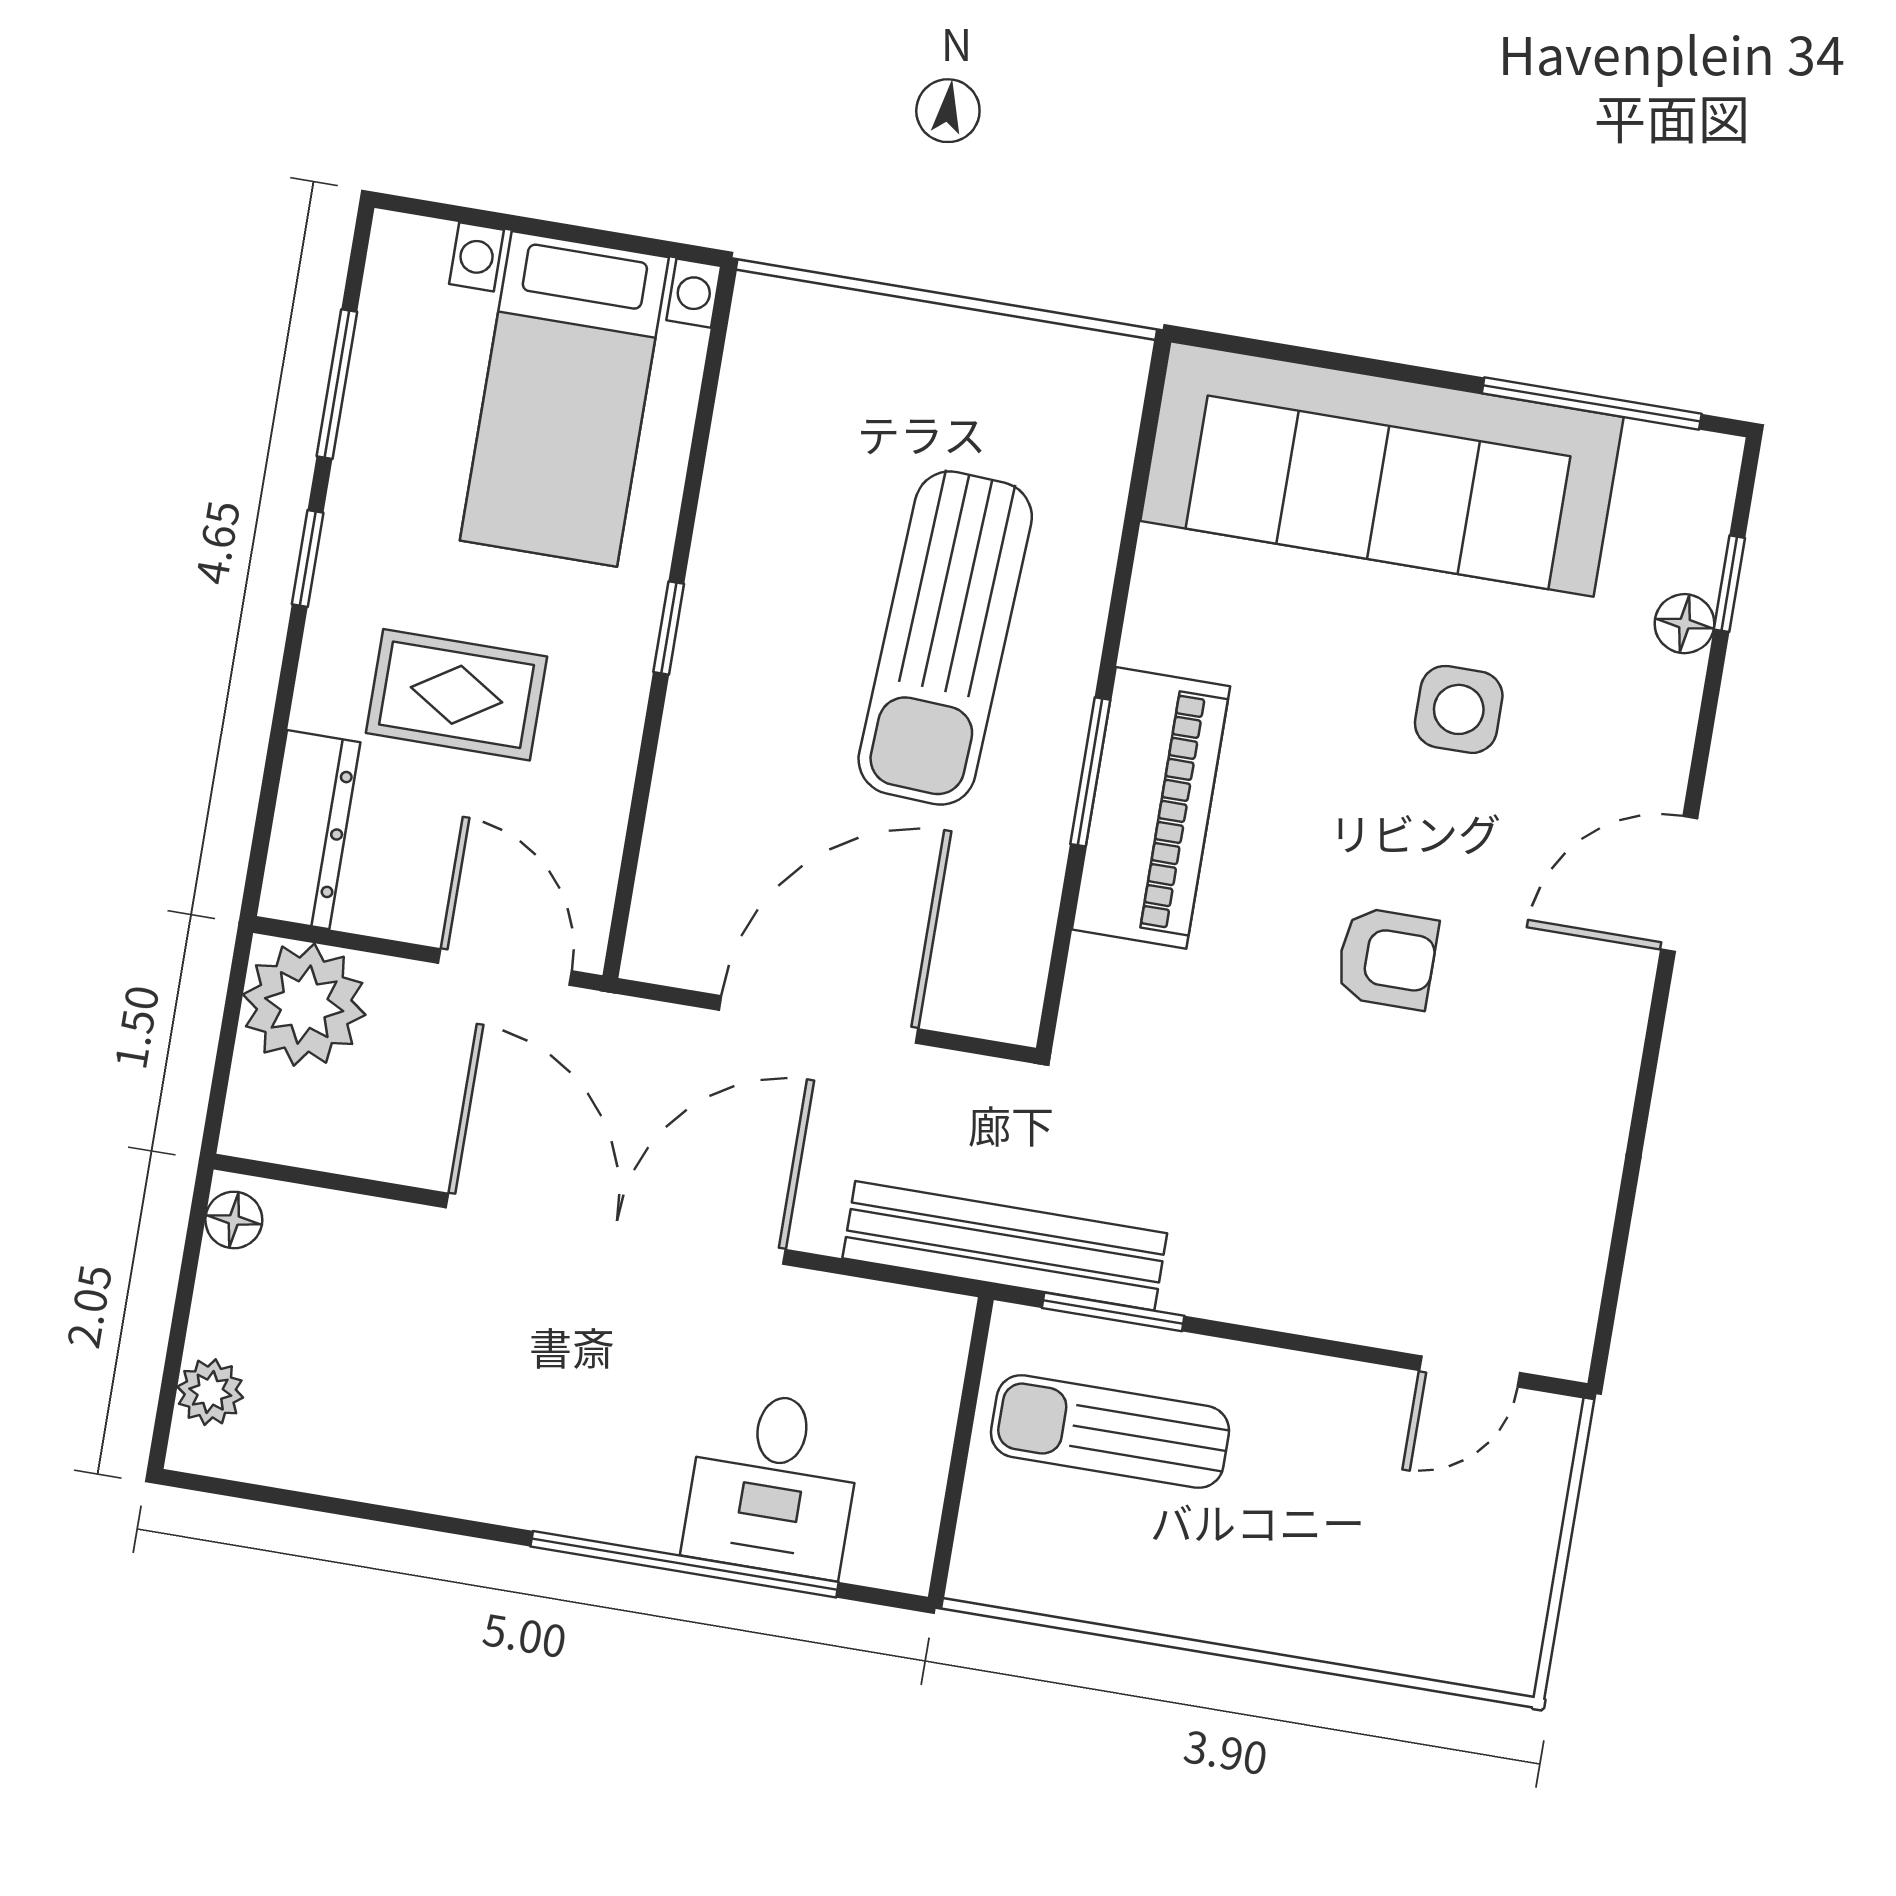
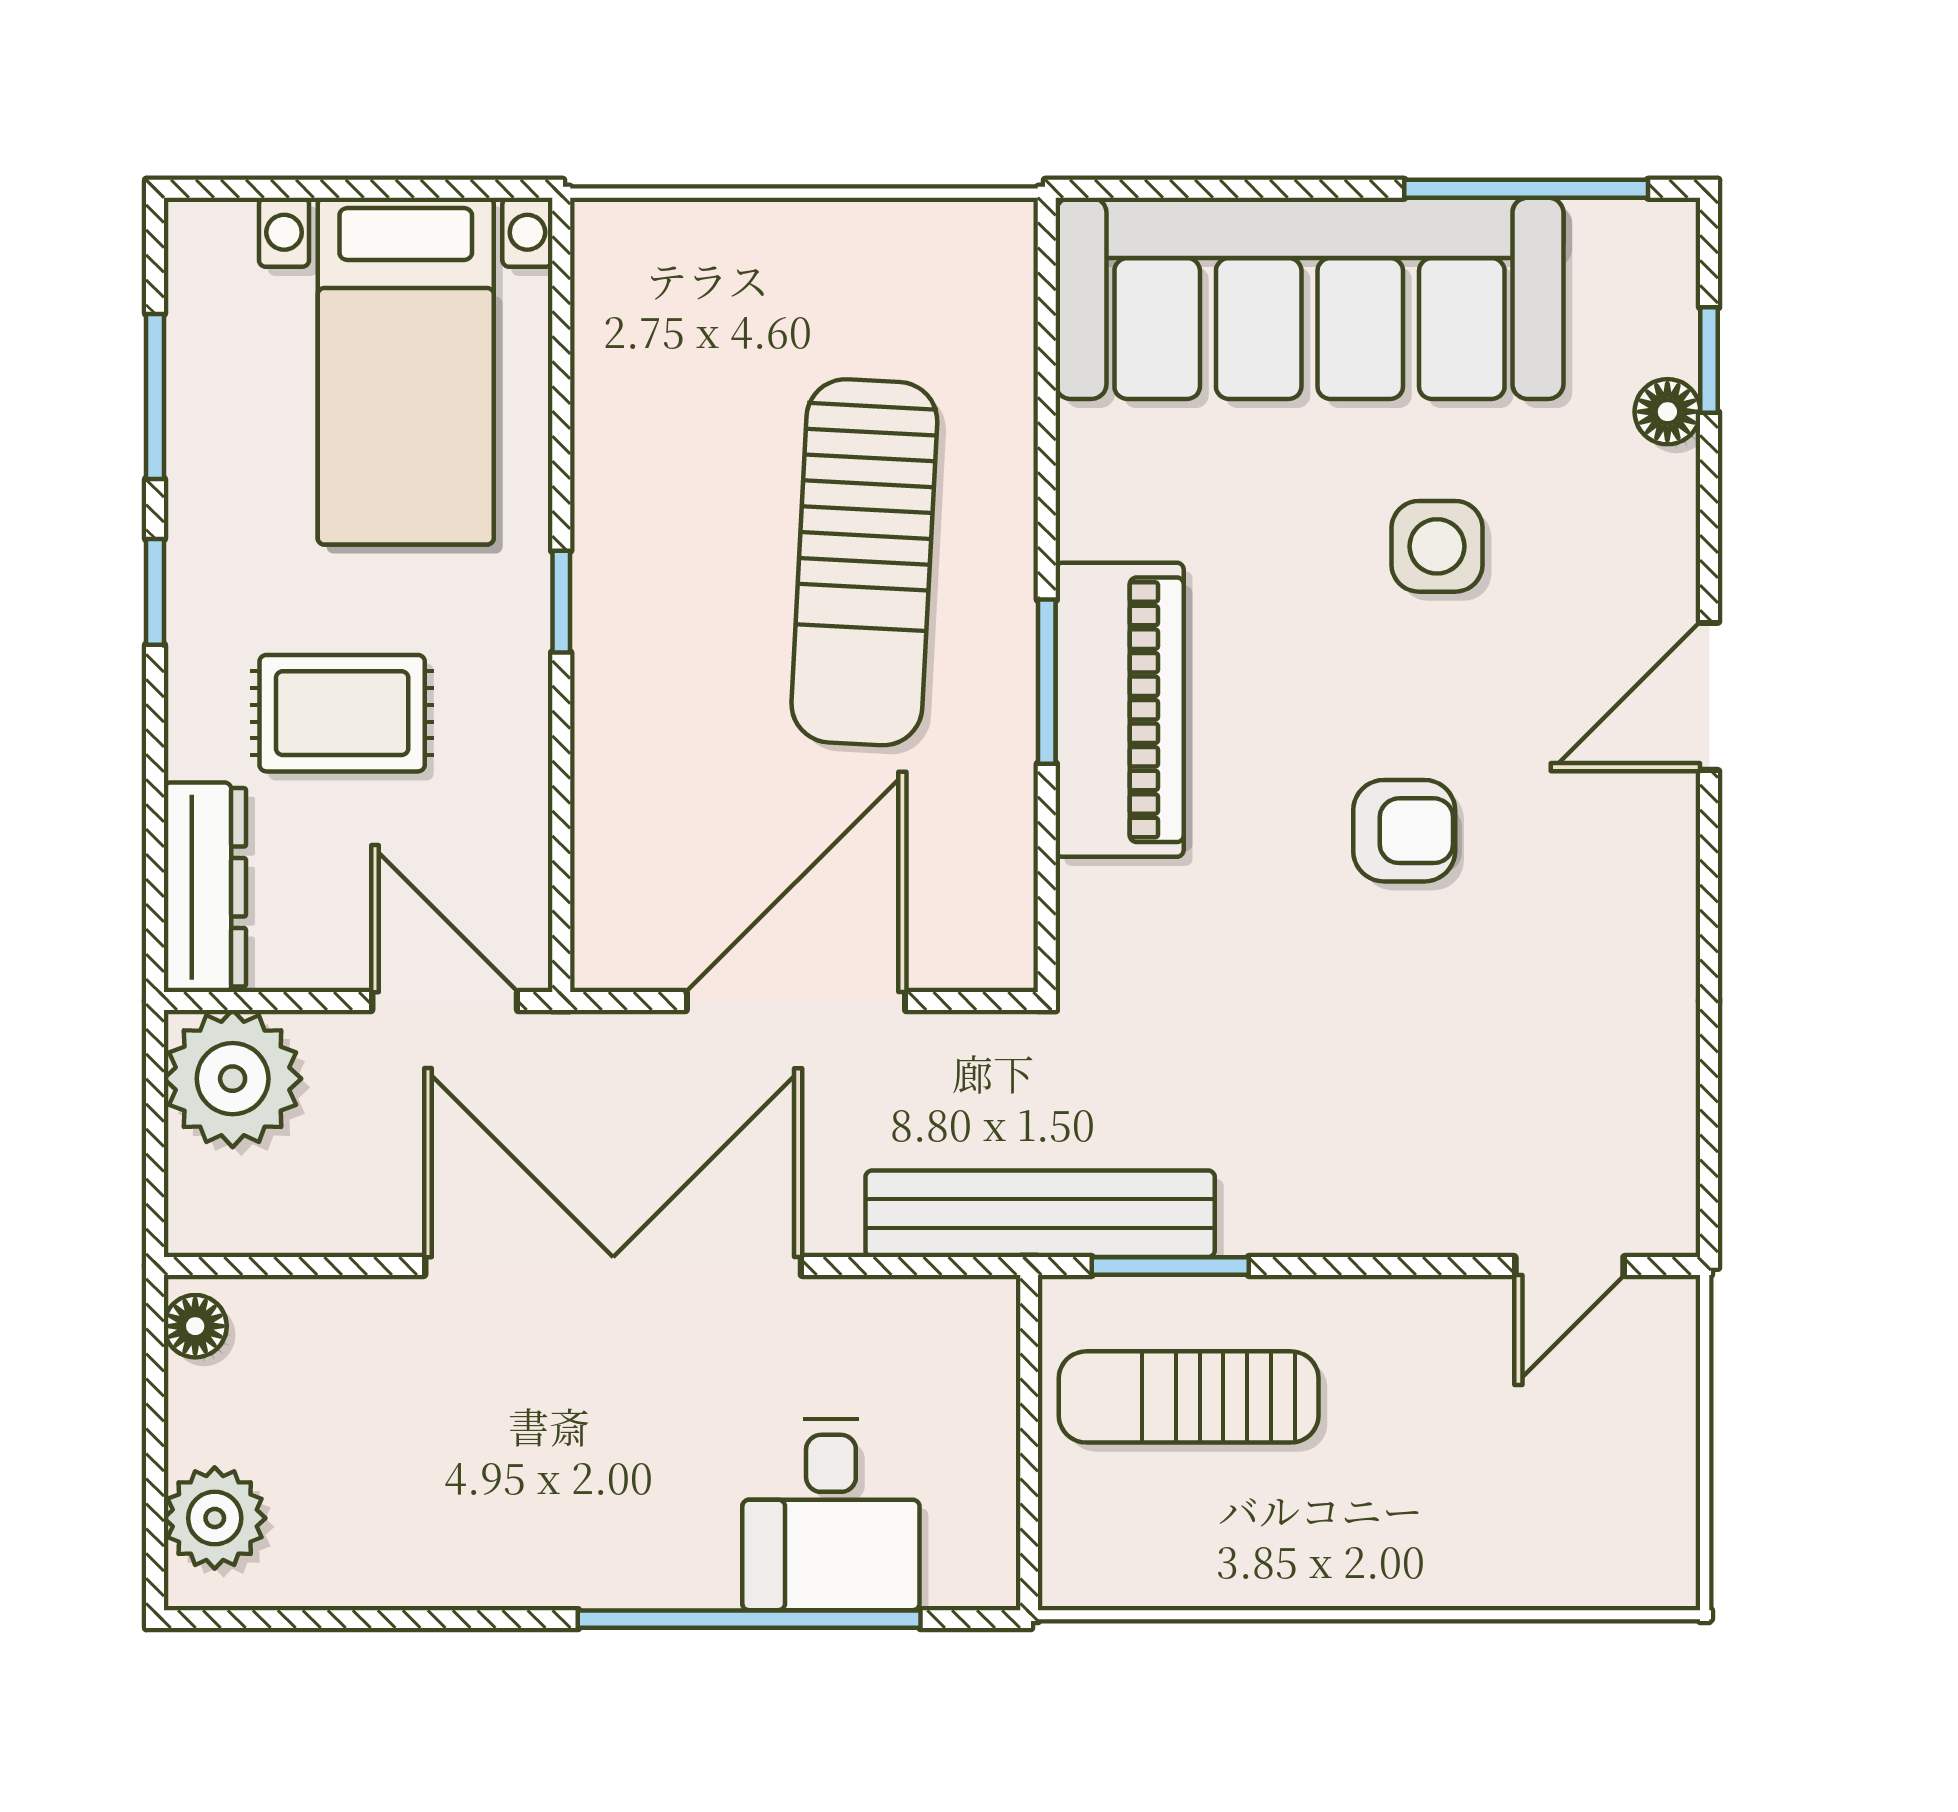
plant: (210, 1392) -> (215, 1518), width x1.38, depth x1.38

